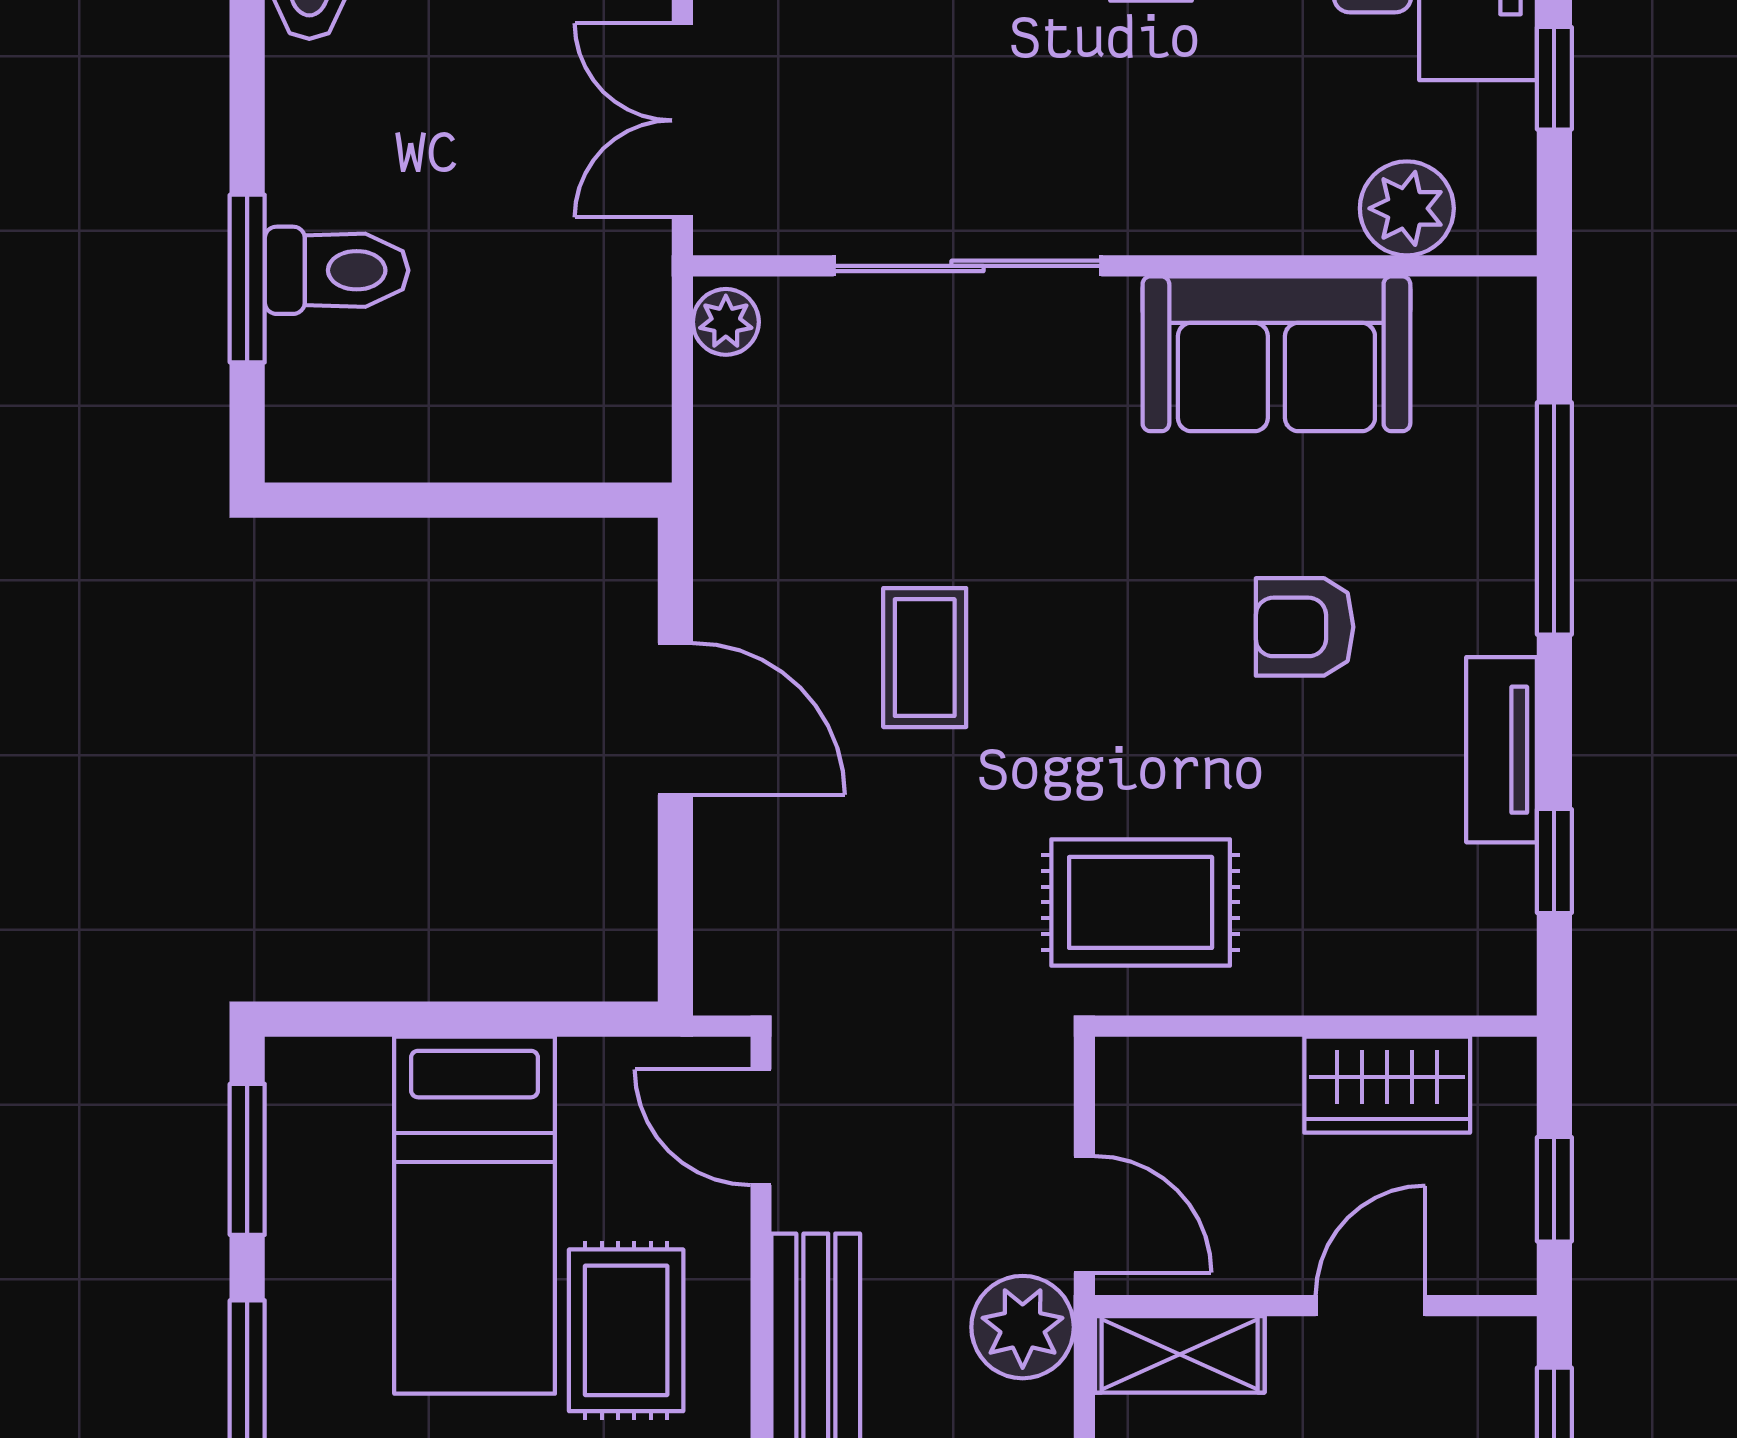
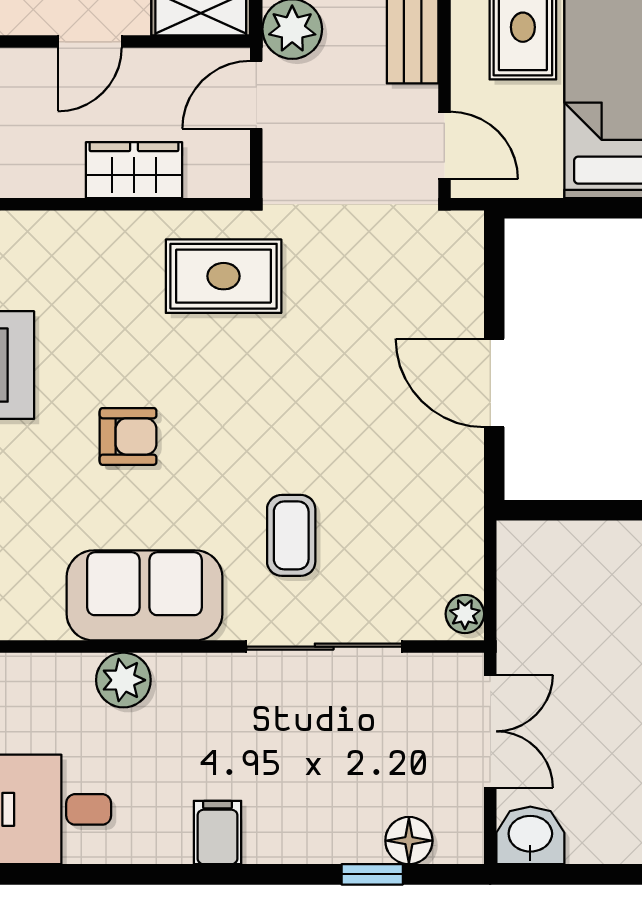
plant: (1407, 208) -> (123, 680), moved
coffee table: (925, 658) -> (291, 535), moved
wardrobe: (1387, 1085) -> (134, 170), moved
door: (1084, 1214) -> (256, 95), hinge flipped

